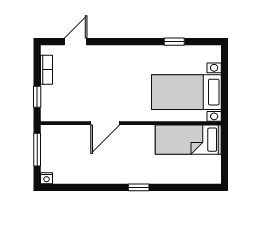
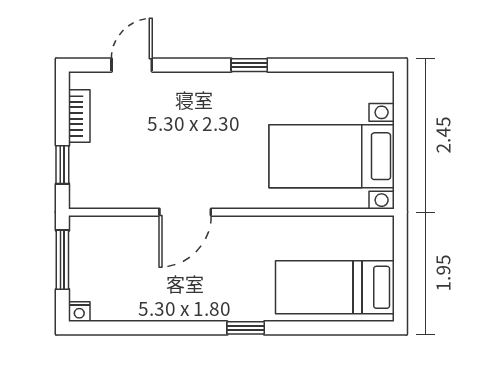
window: (174, 42) -> (249, 65), moved
bed: (188, 140) -> (335, 287), moved

